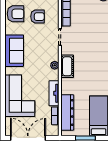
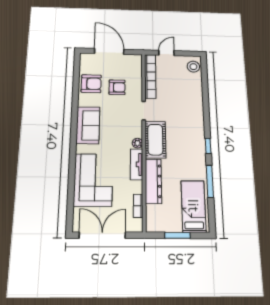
cot: (67, 66) -> (155, 140), width x1.37, depth x1.34
tv unit: (54, 93) -> (137, 164), moved
dresser: (67, 112) -> (153, 181), moved

